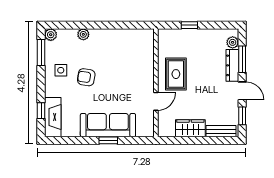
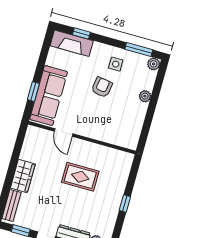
wall: (156, 83) -> (82, 138), moved
door: (156, 101) -> (64, 132), moved

